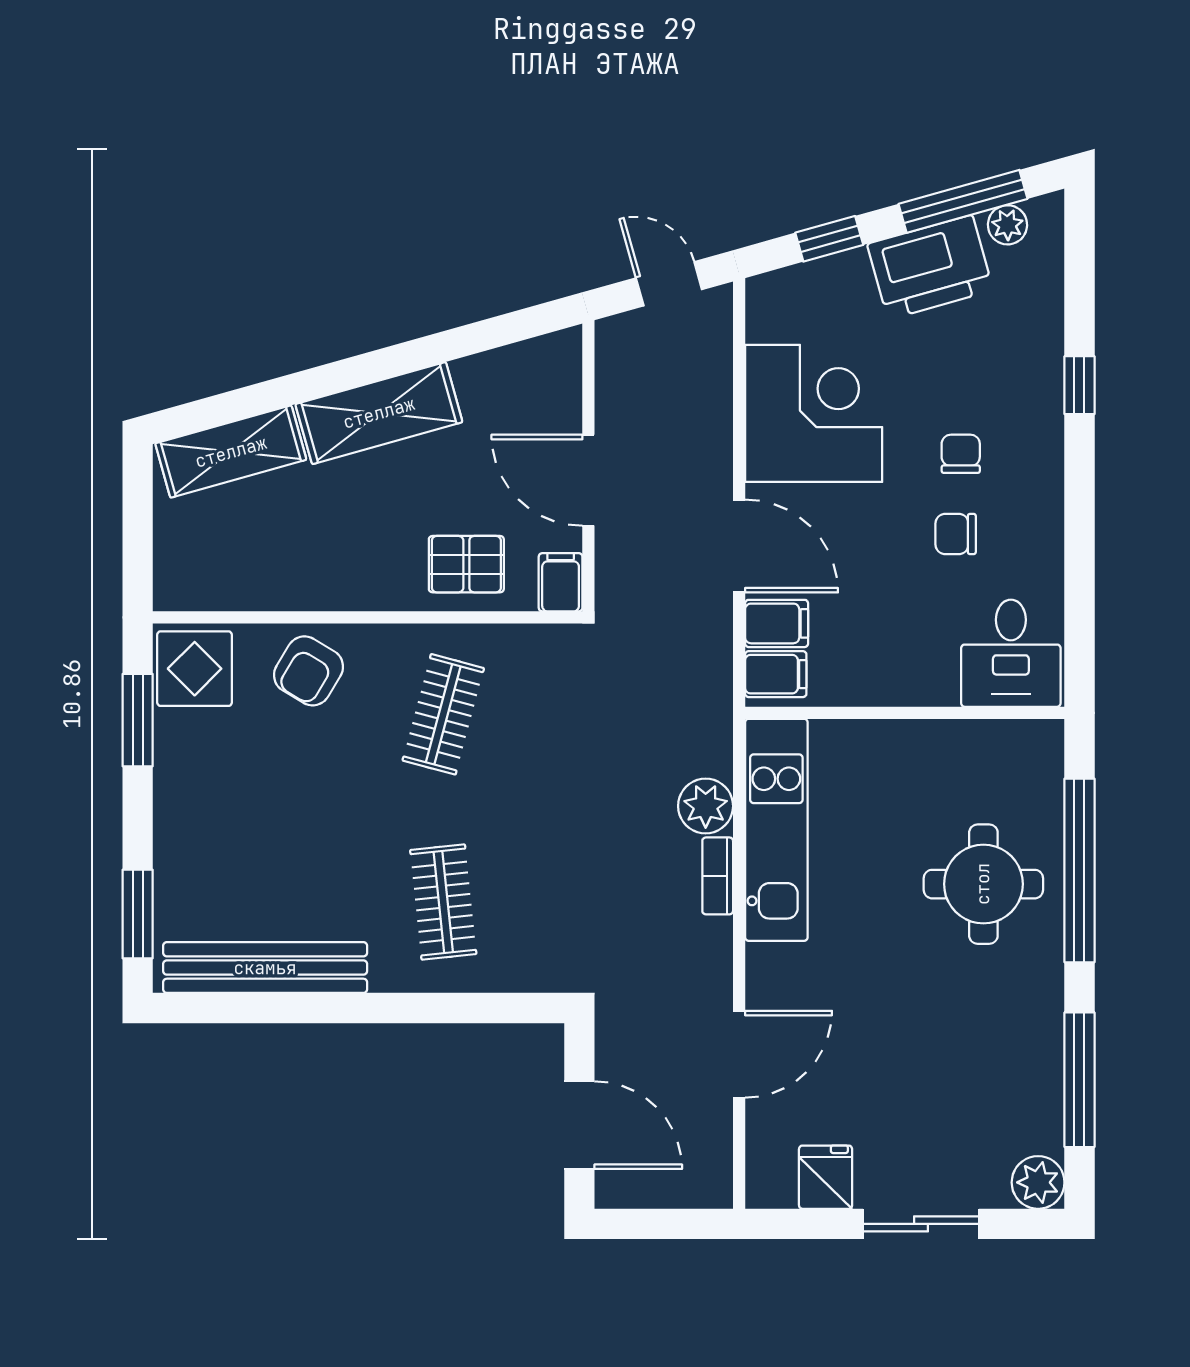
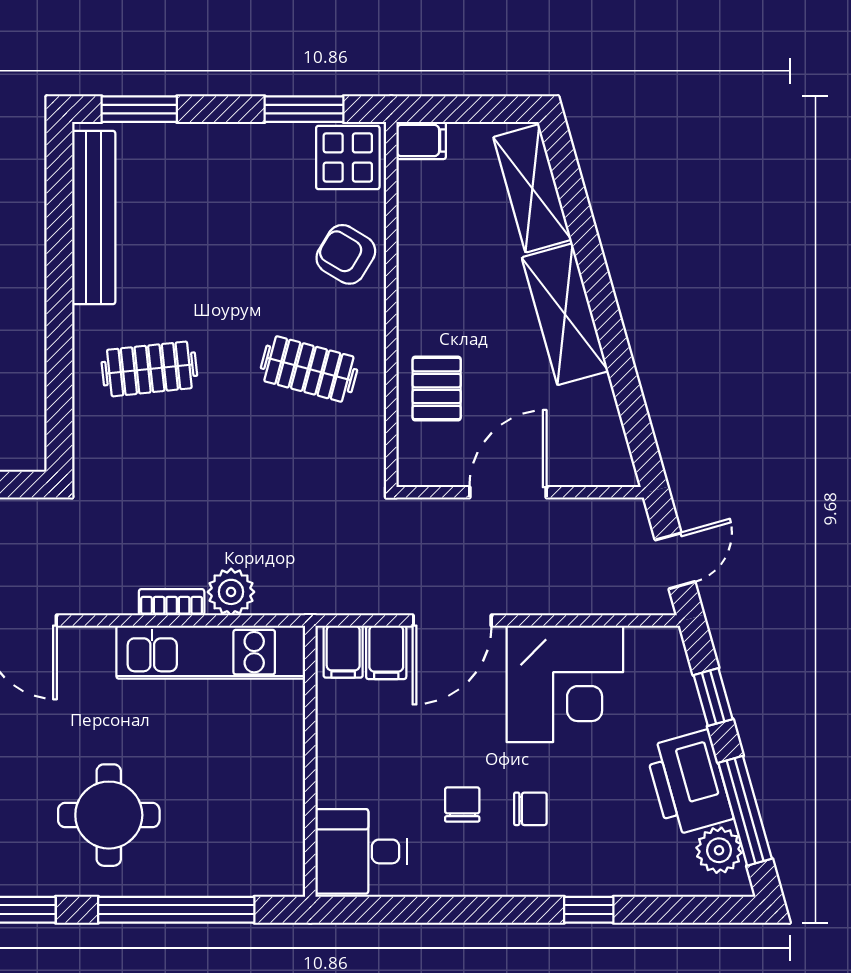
plant: (1007, 225) -> (719, 850), width x1.38, depth x1.38
filing cabinet: (561, 582) -> (421, 140), moved
round table: (983, 884) -> (109, 815), moved

